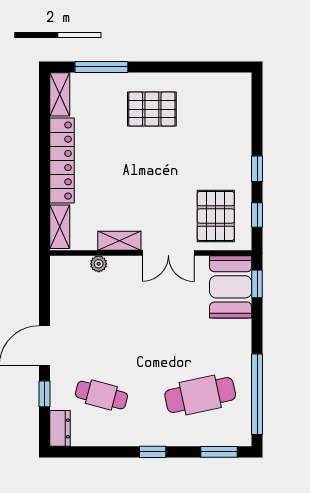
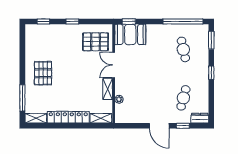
window: (257, 215) -> (43, 21), moved
double door: (168, 253) -> (114, 65), swing flipped
cafe table: (200, 395) -> (183, 49), width x0.73, depth x0.74

